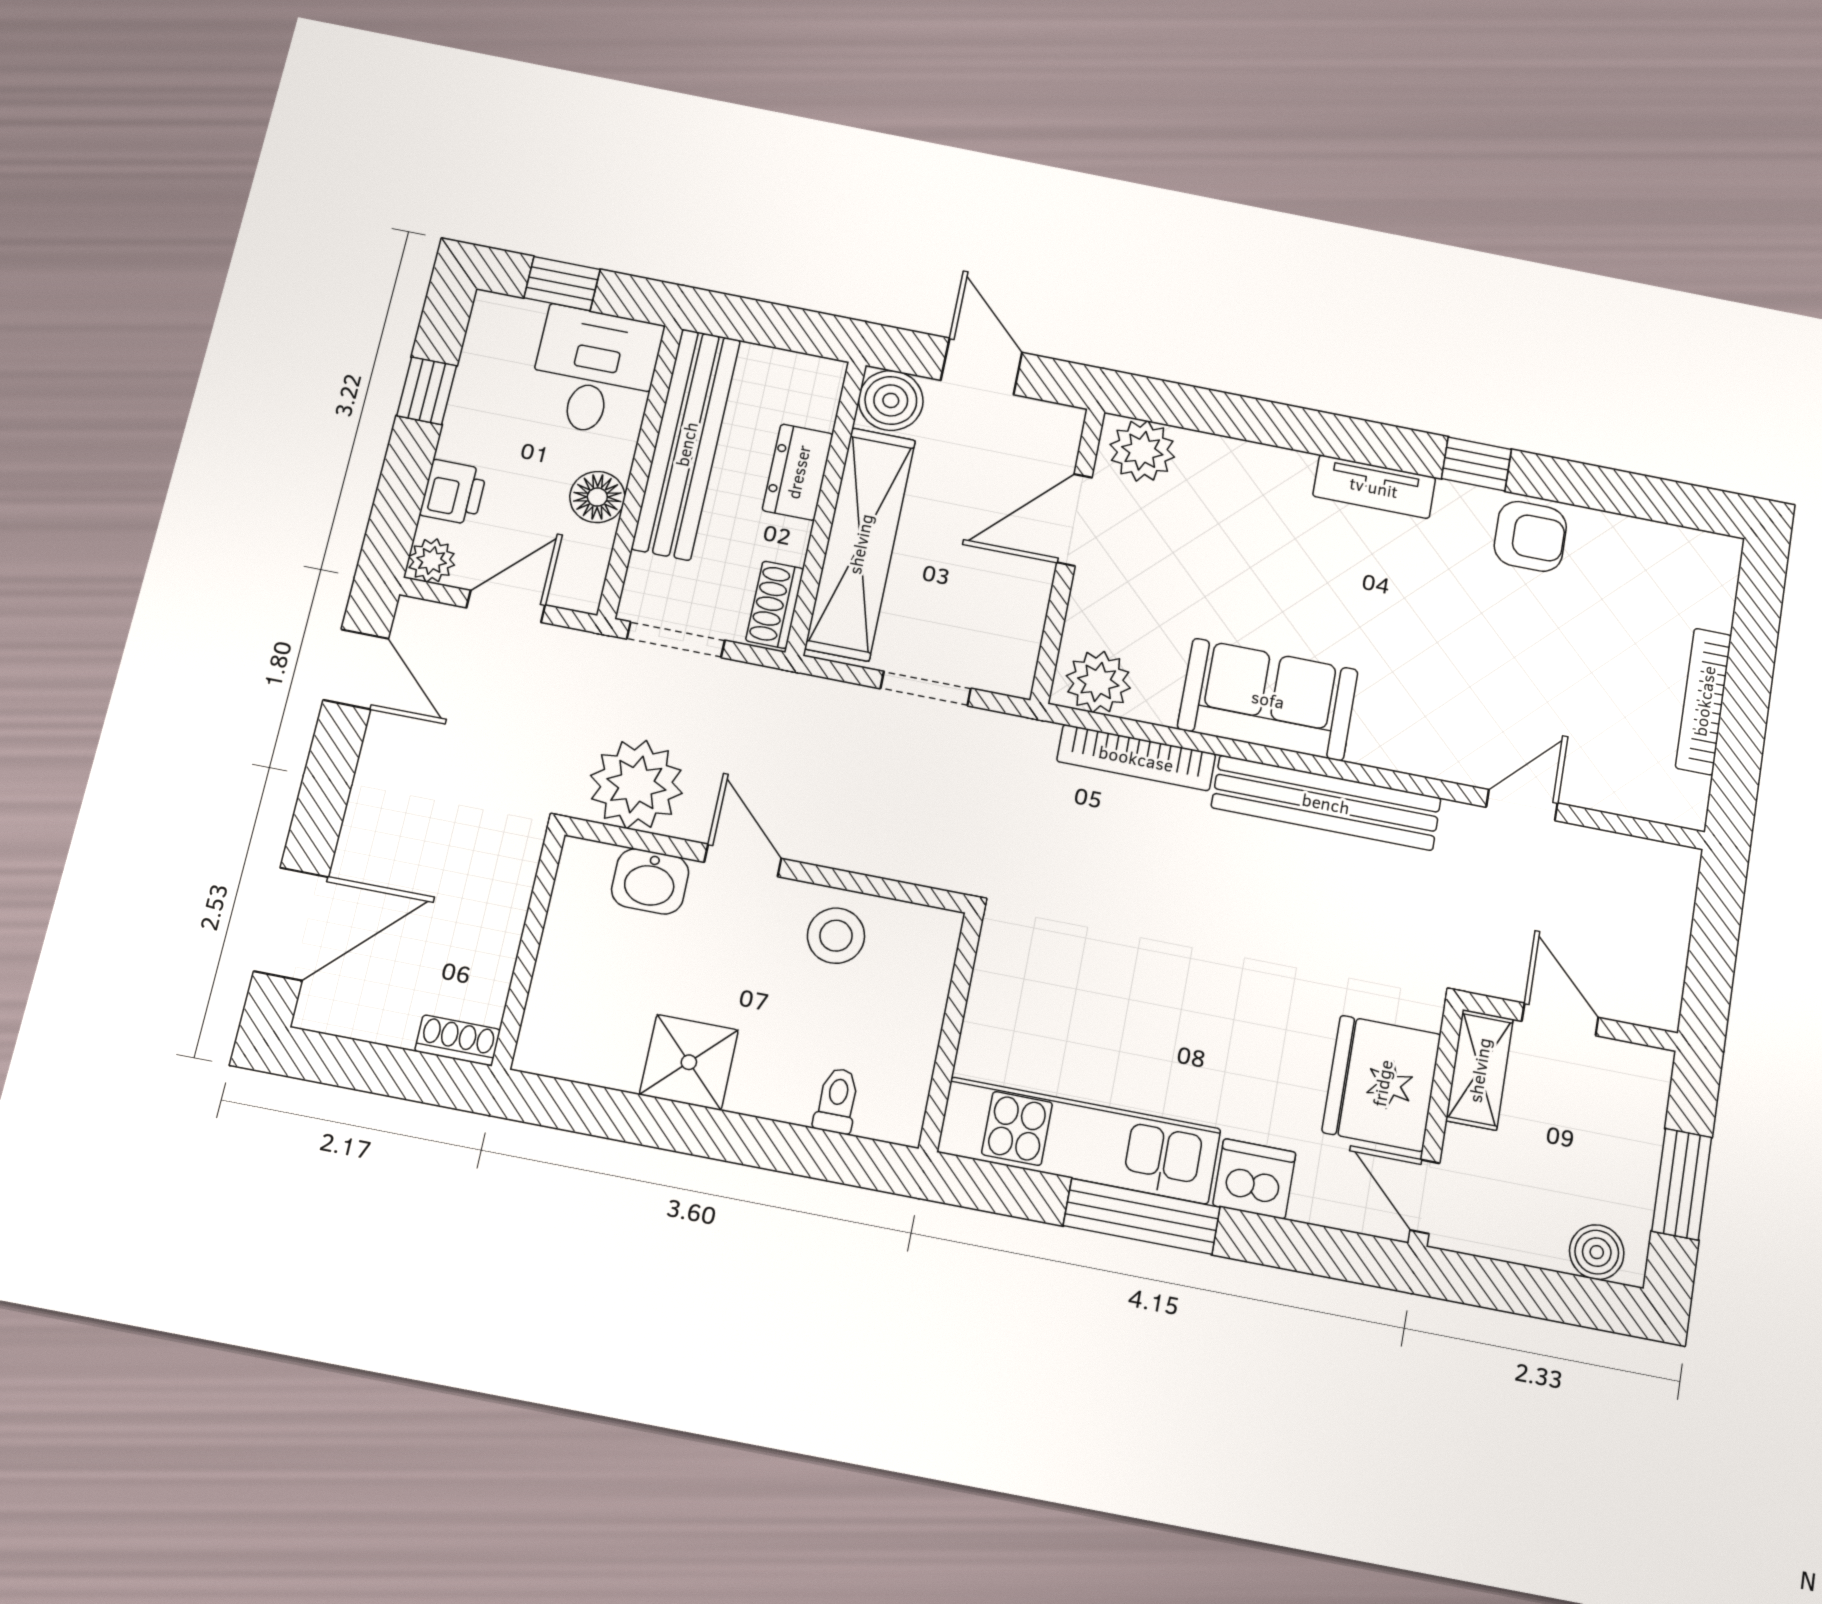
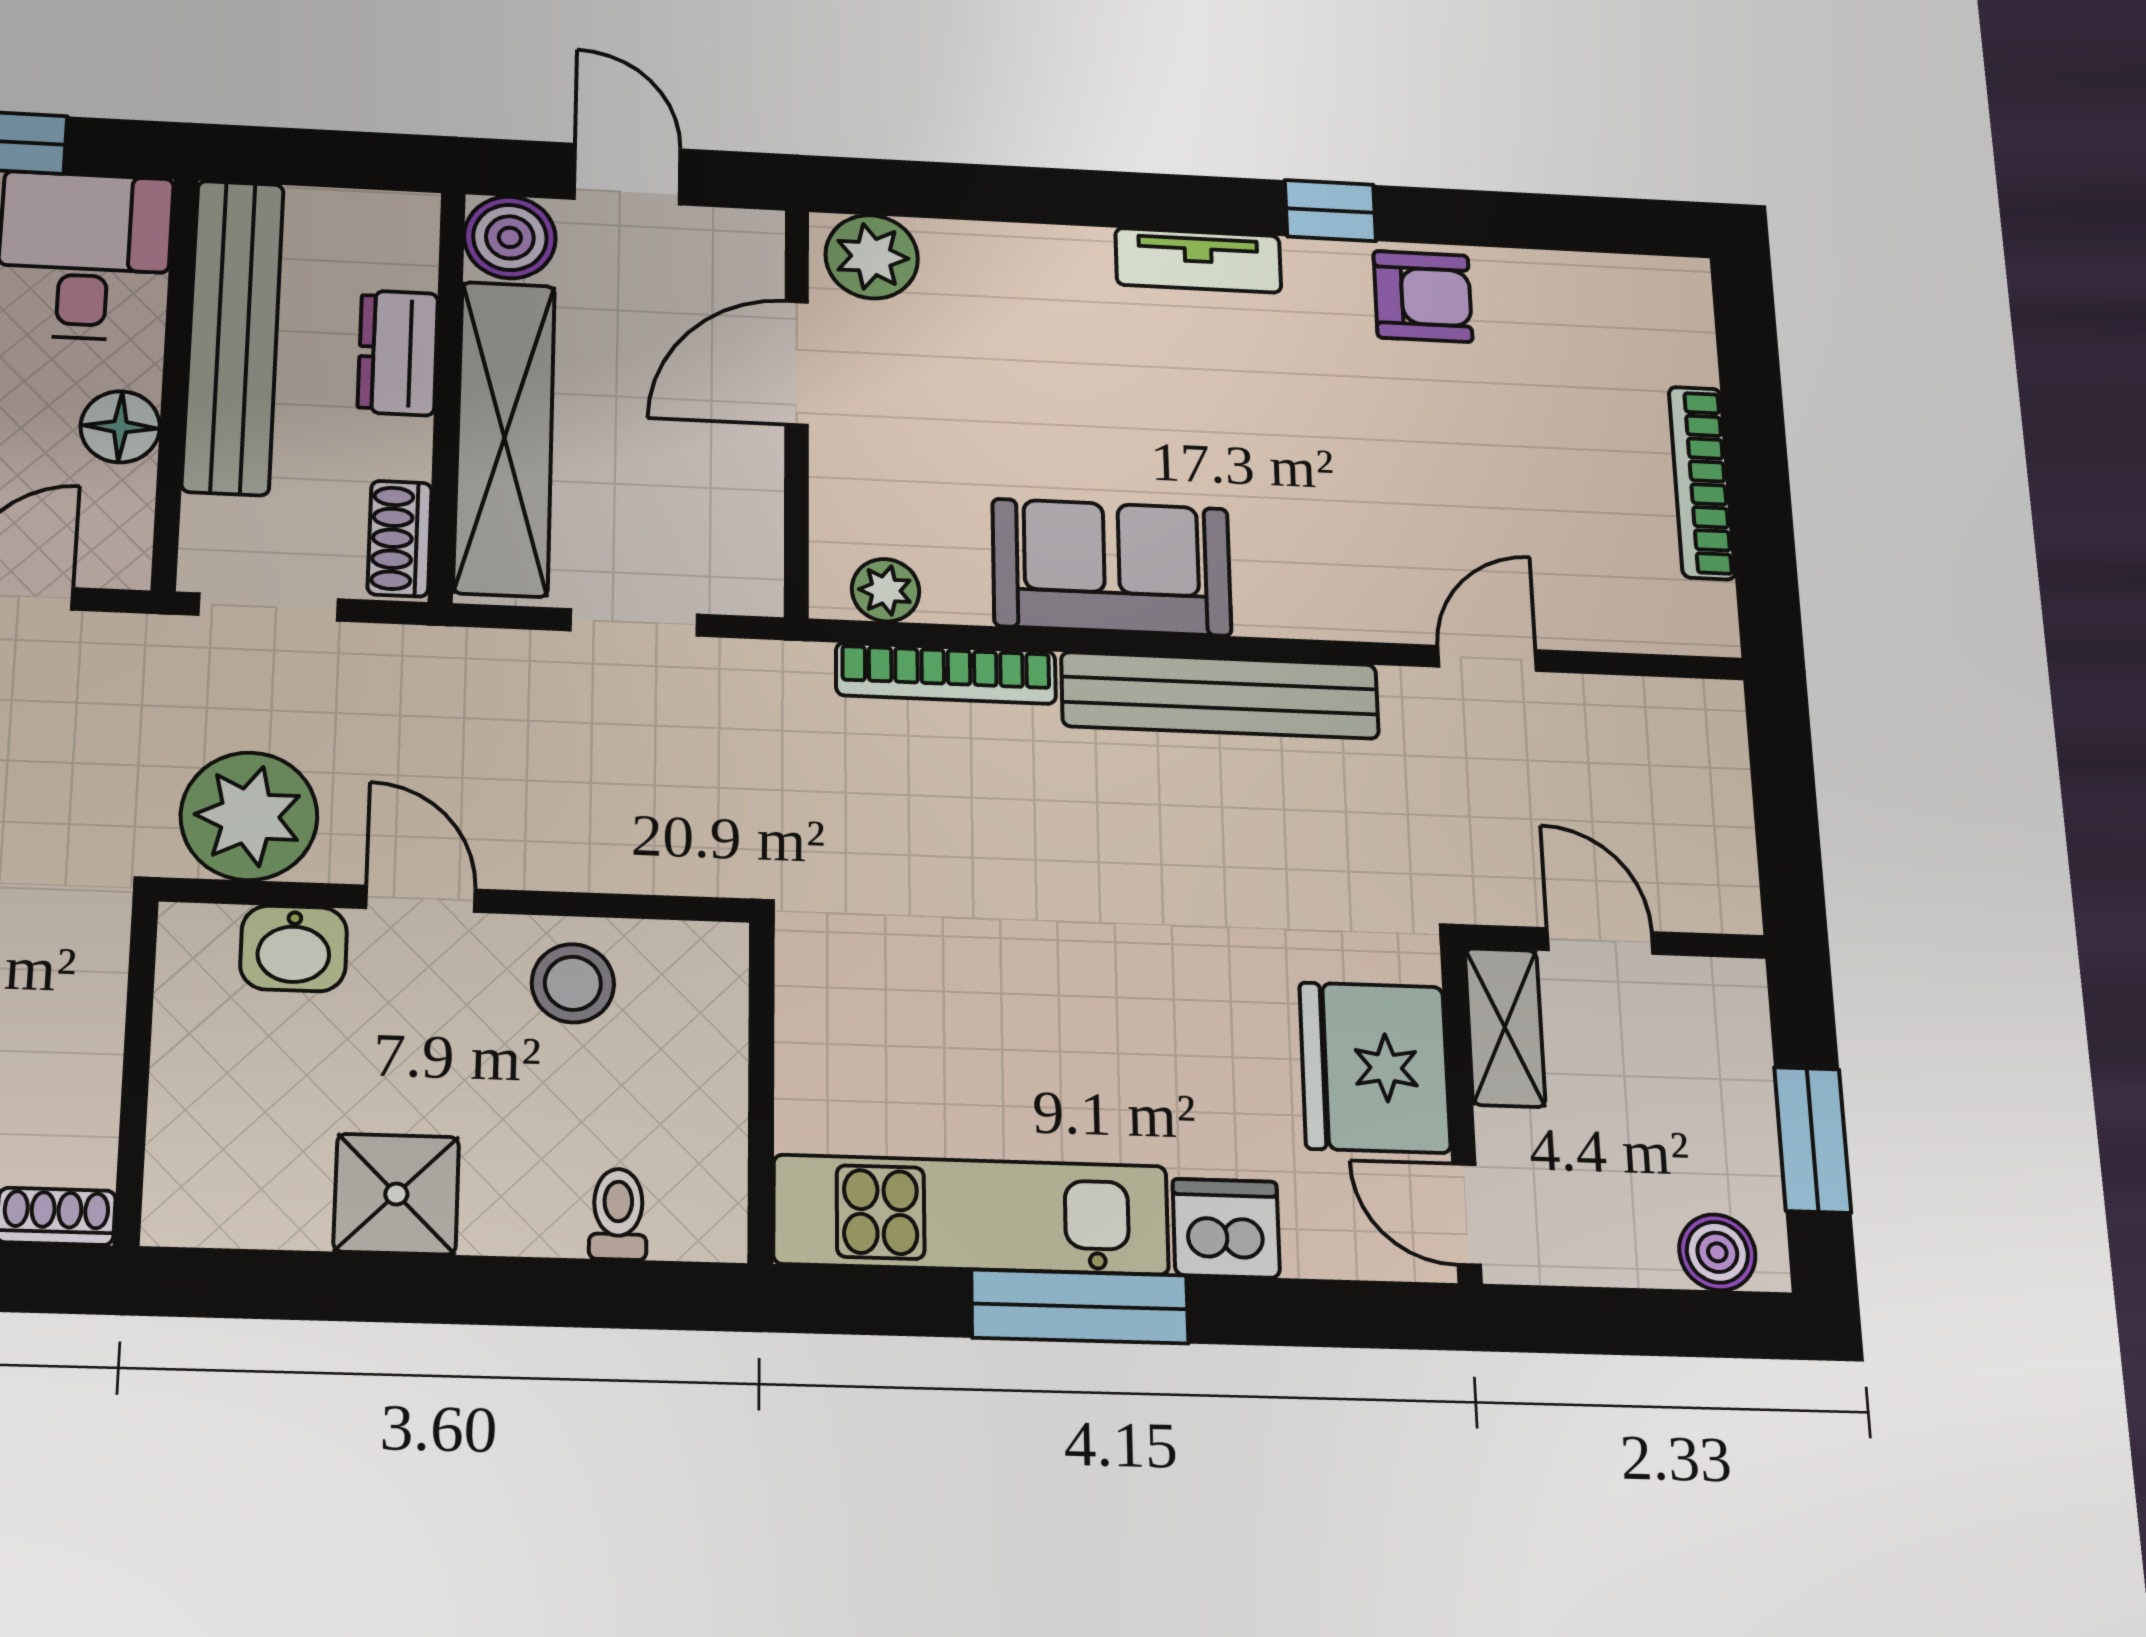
plant: (1098, 682) -> (886, 590), width x0.73, depth x0.73

